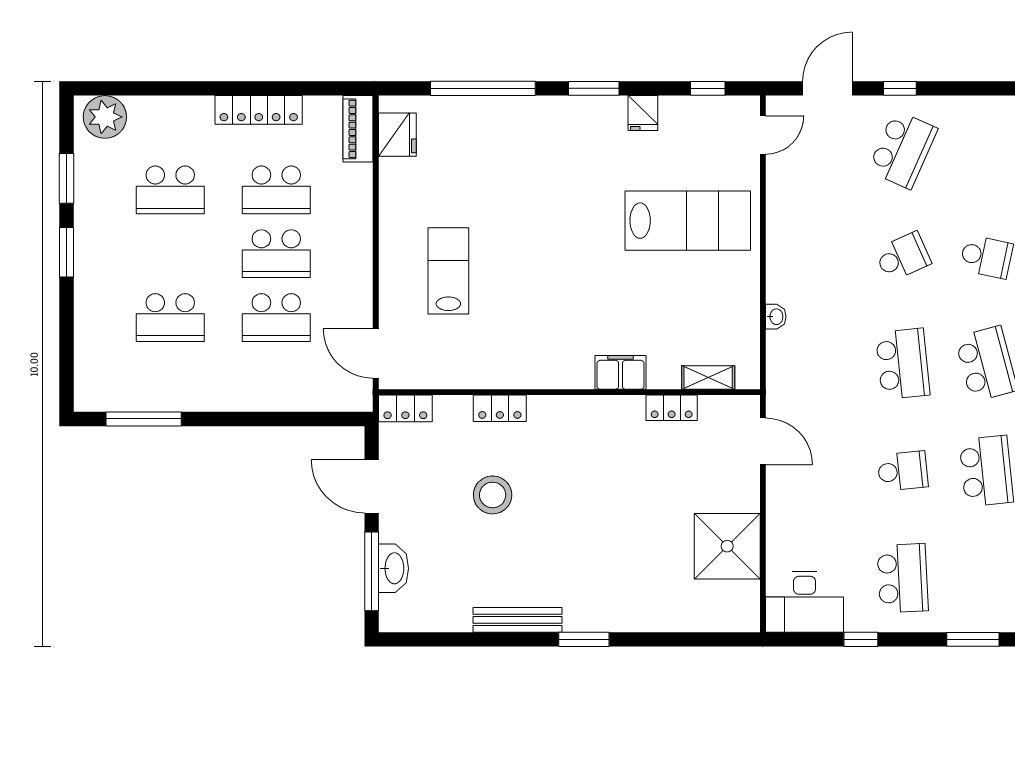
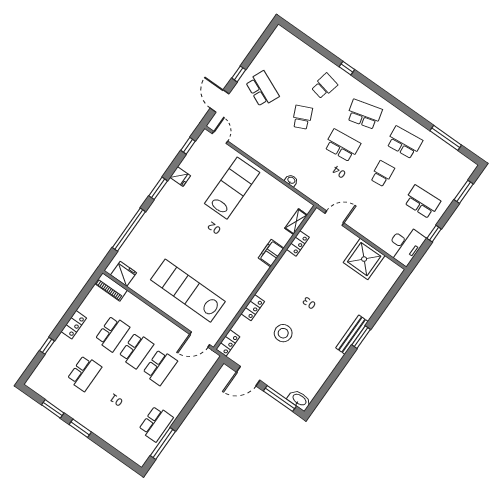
window: (172, 88) -> (47, 346), added
locker: (259, 110) -> (74, 325), width x0.66
plant: (105, 117) -> (40, 378), removed
lab bench: (448, 271) -> (188, 291), width x1.86, depth x1.39
school desk: (170, 318) -> (156, 424), moved
washbasin: (394, 568) -> (299, 400), moved
bench: (517, 620) -> (352, 335), moved

